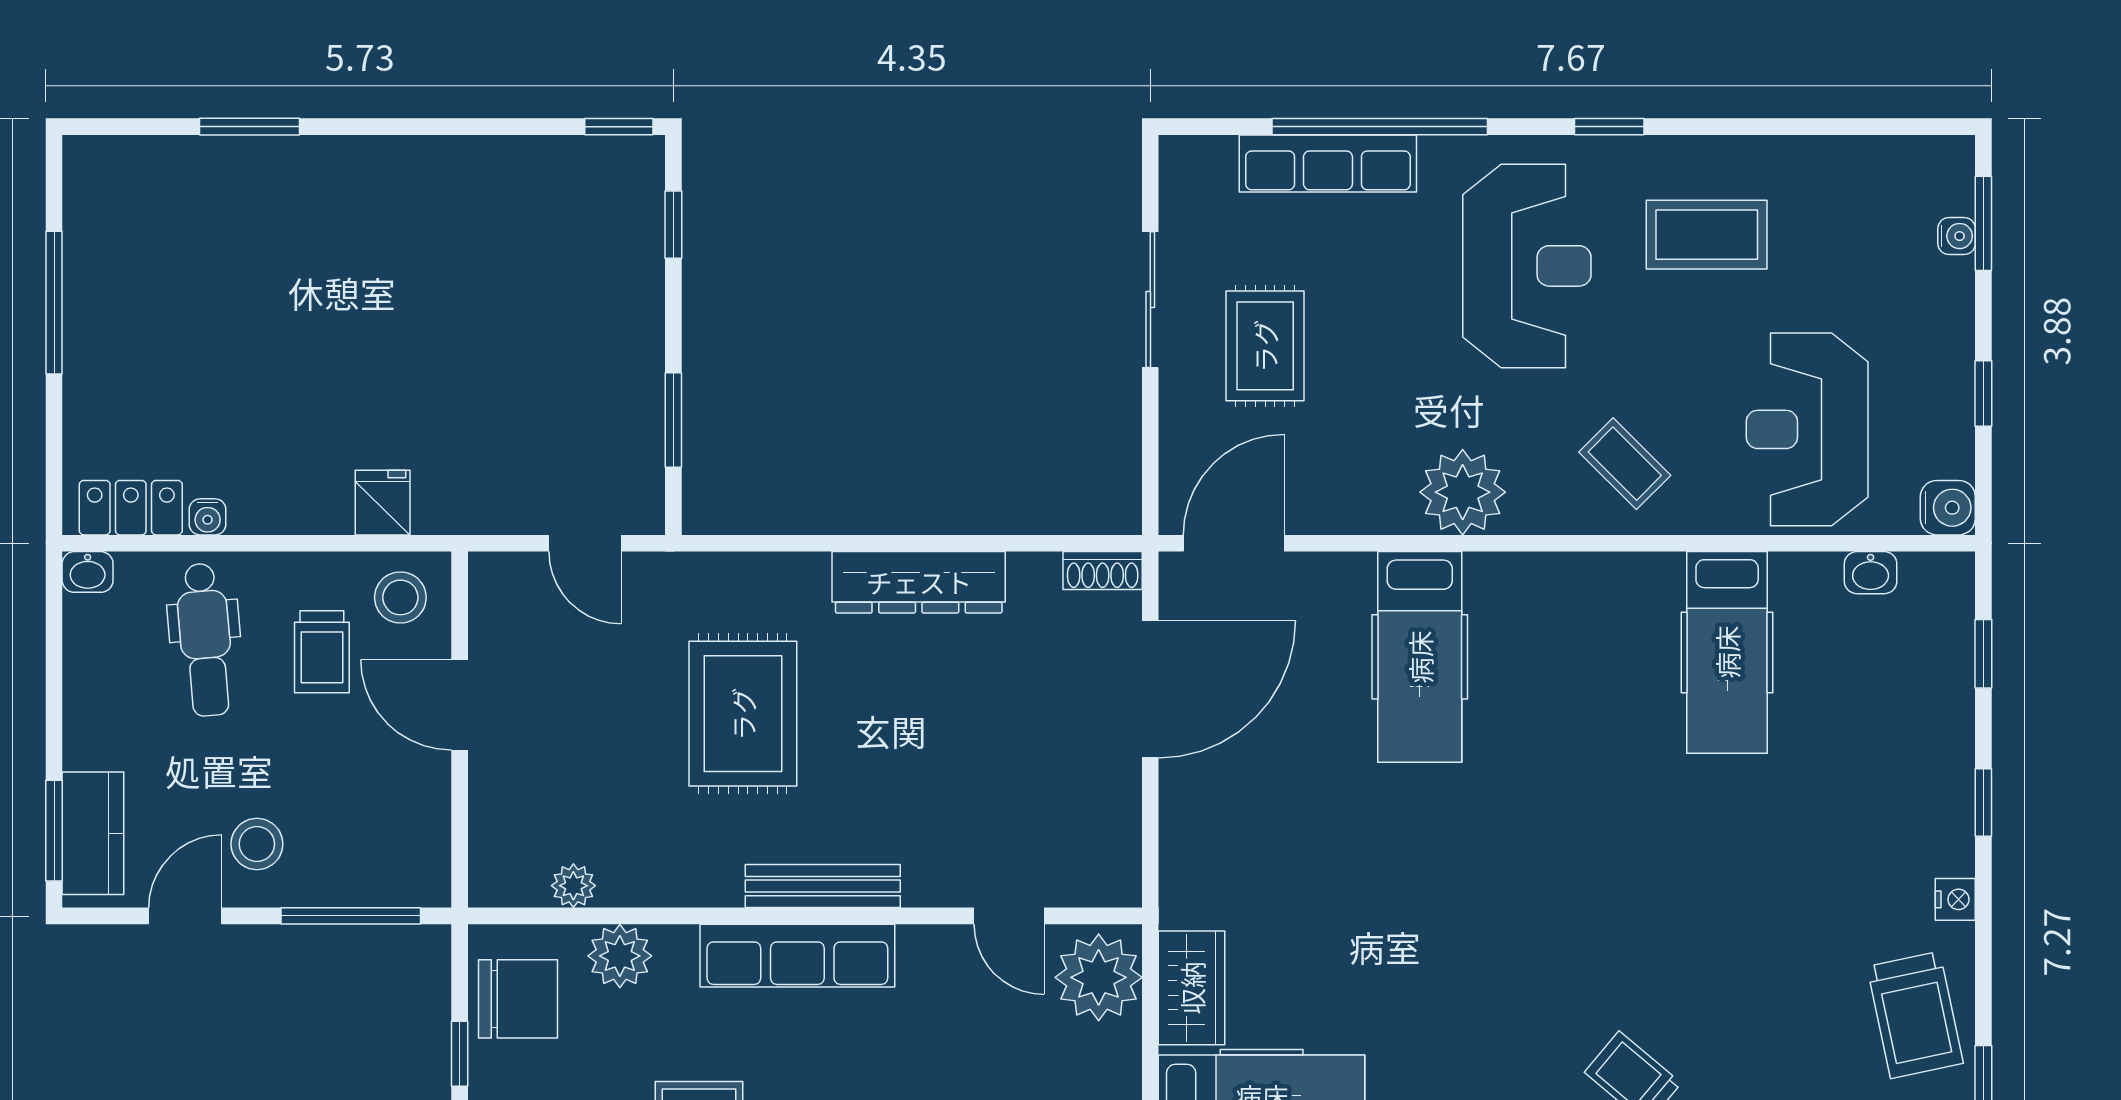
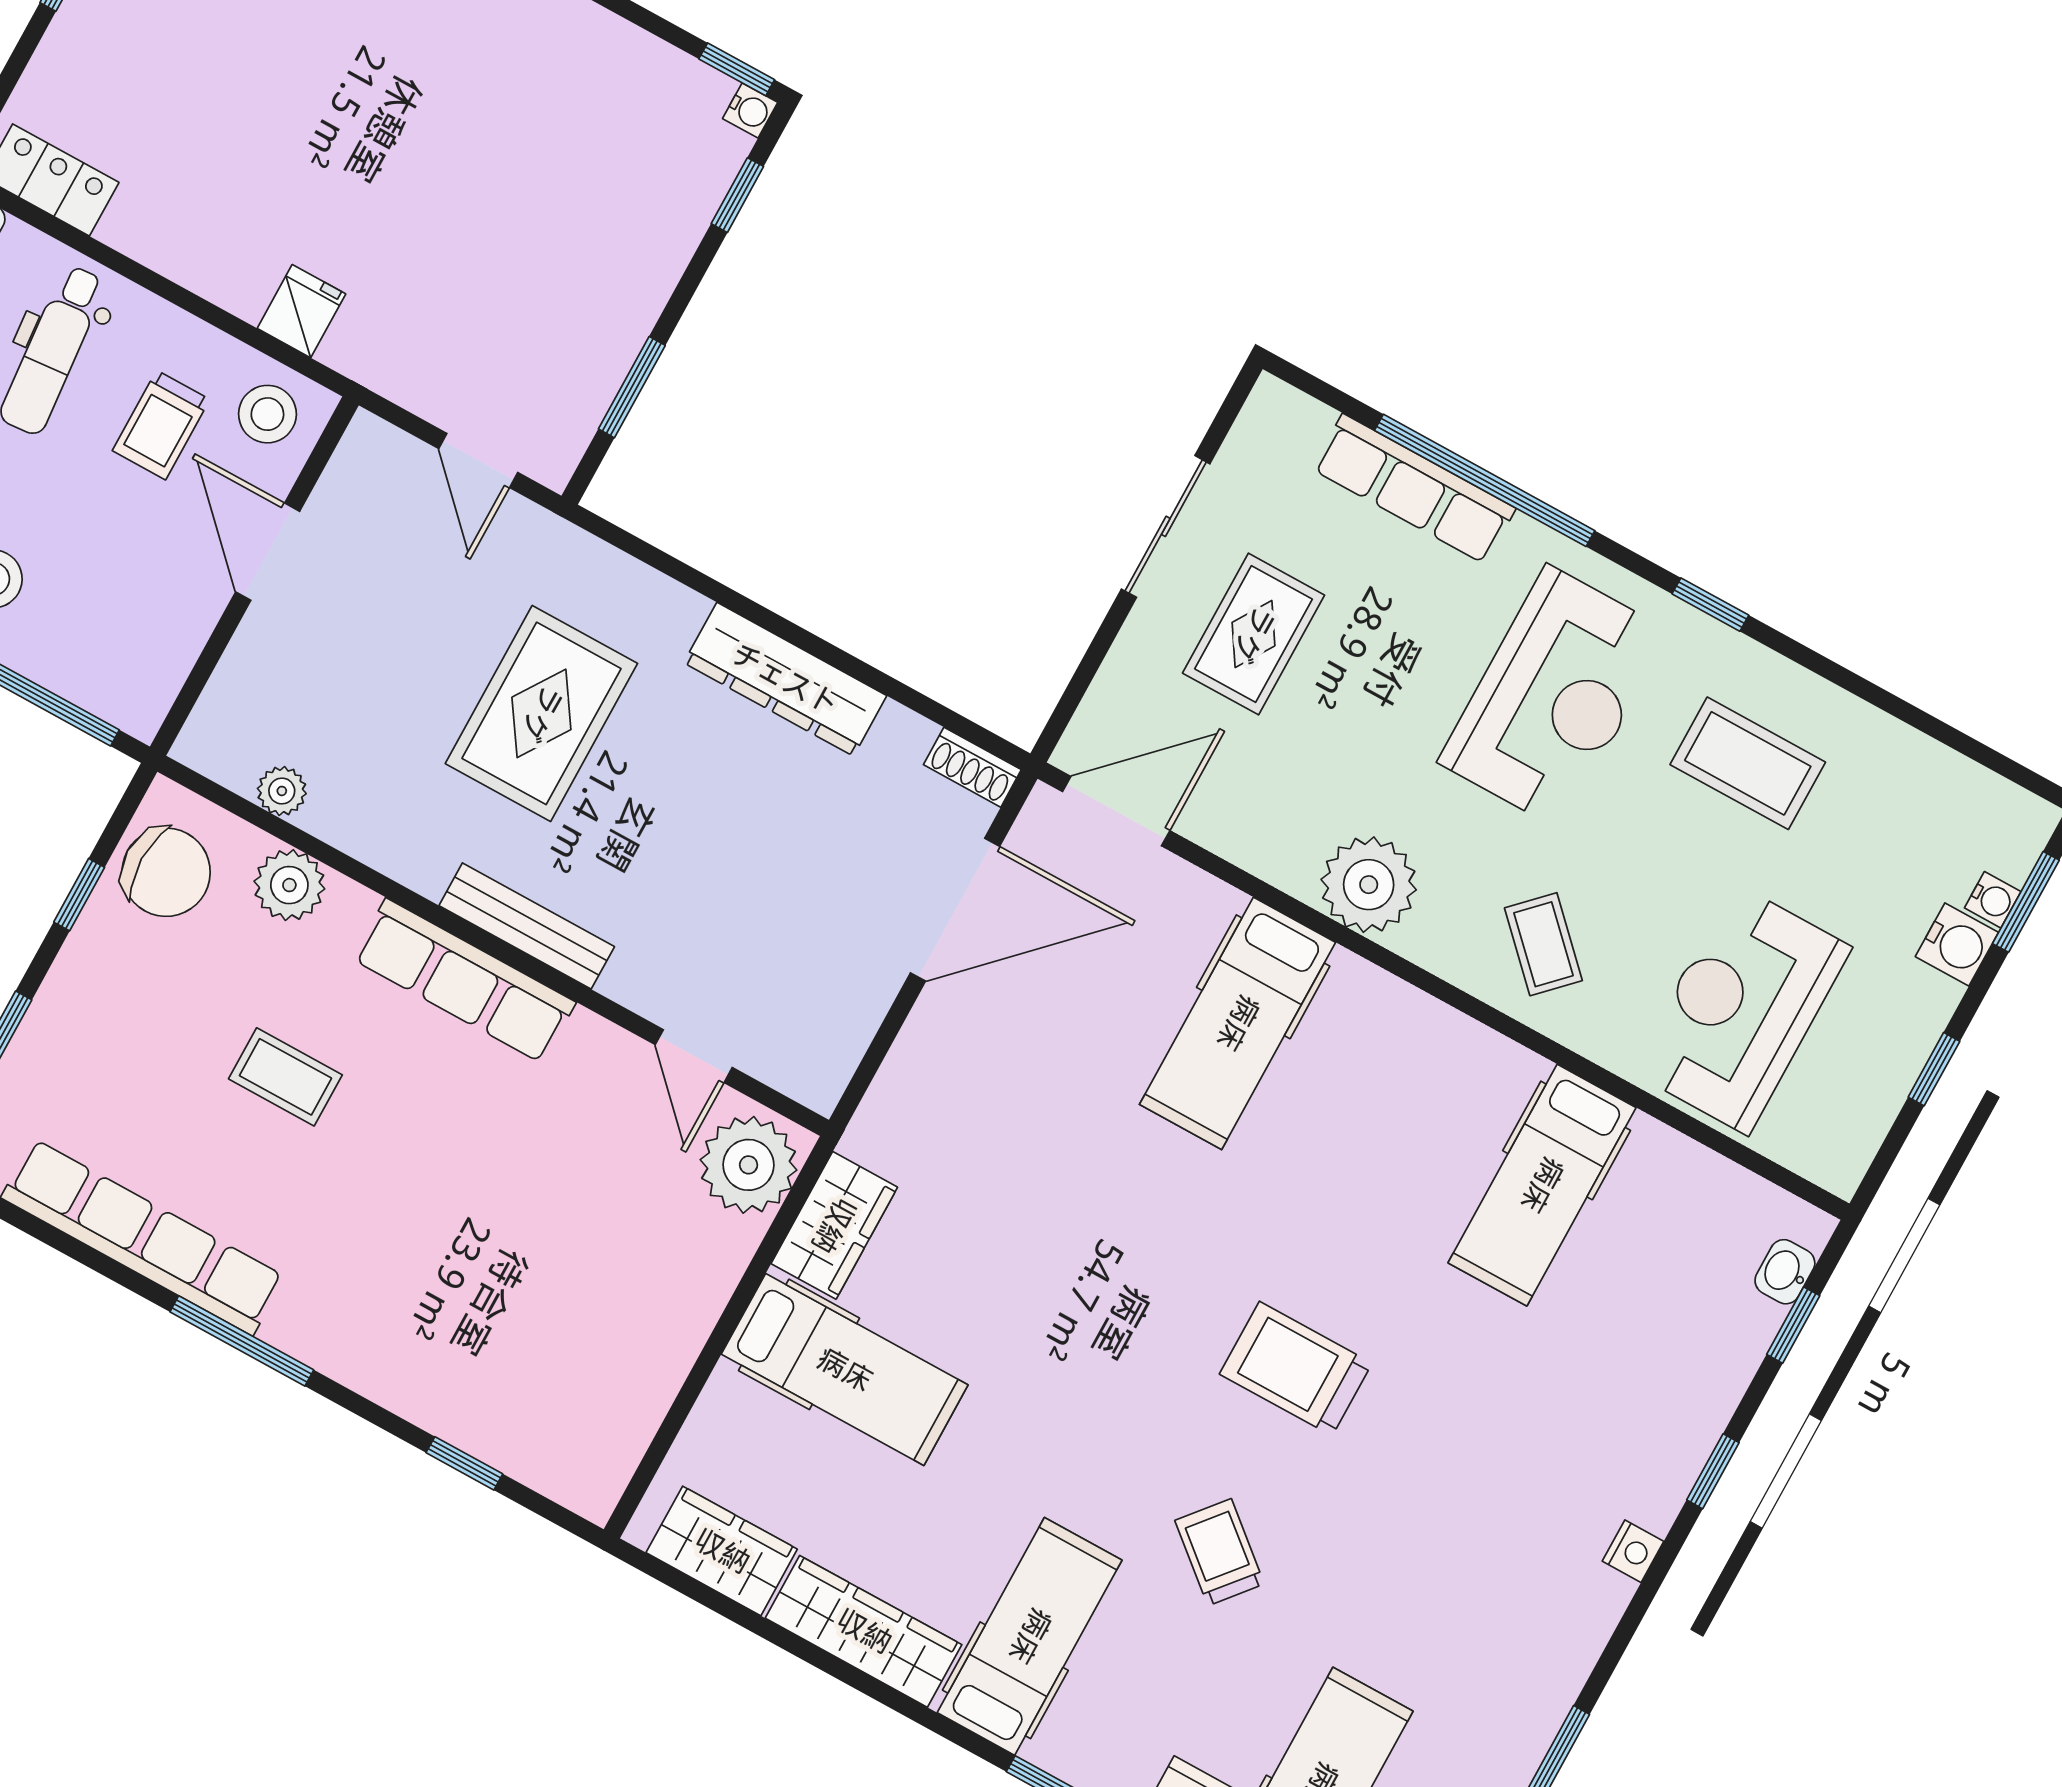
water cooler: (1948, 508) -> (1957, 945), moved
water cooler: (208, 517) -> (750, 110), moved, turned -90
washbasin: (1871, 573) -> (1785, 1272), moved, turned 90
trolley: (1915, 1015) -> (1296, 1369), moved, turned 102

